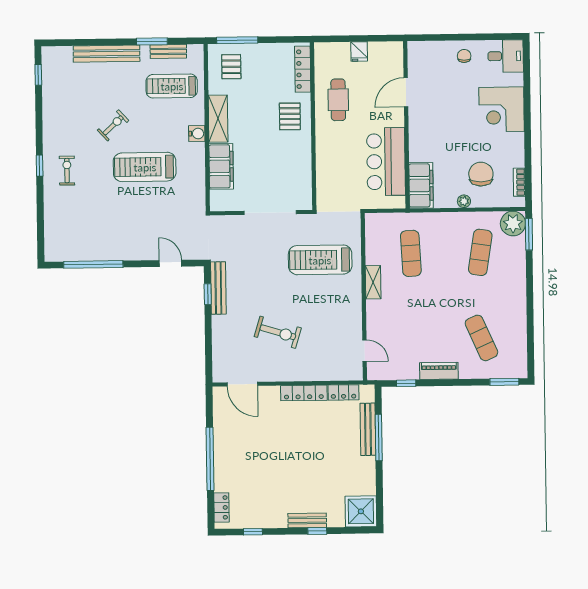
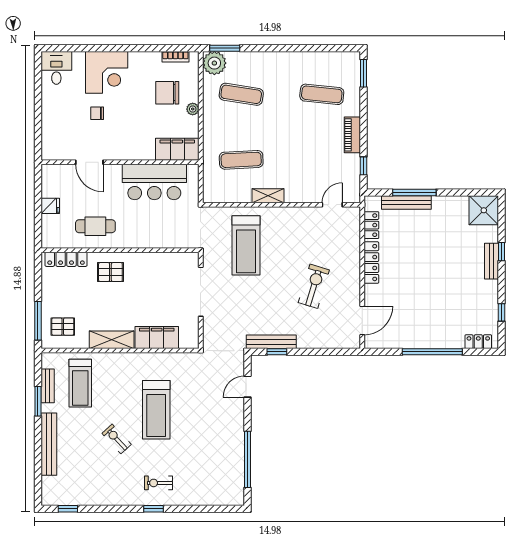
chair: (464, 56) -> (97, 113), moved
water cooler: (197, 134) -> (125, 360), removed
exercise mat: (481, 338) -> (322, 94), turned 30

